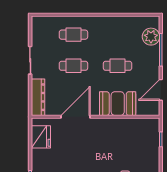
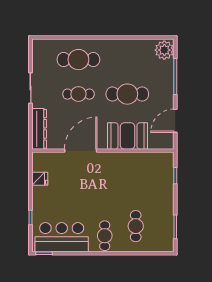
cafe table: (73, 35) -> (78, 60), width x1.37, depth x1.35
plant: (151, 37) -> (164, 50), moved
cafe table: (118, 66) -> (127, 94), width x1.37, depth x1.35
fridge: (41, 137) -> (40, 179), width x0.53, depth x0.75

